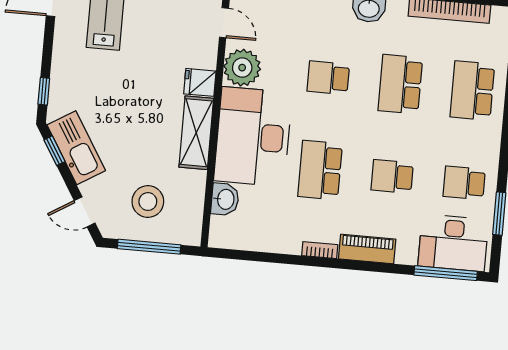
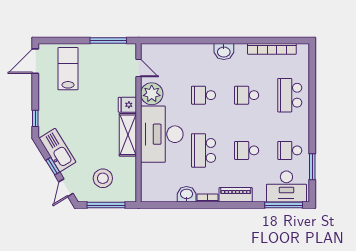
school desk: (400, 84) -> (247, 95), width x0.54
window: (54, 151) -> (53, 166), moved
washbasin: (225, 199) -> (187, 194), moved, turned -90
door: (85, 212) -> (66, 188), hinge flipped

